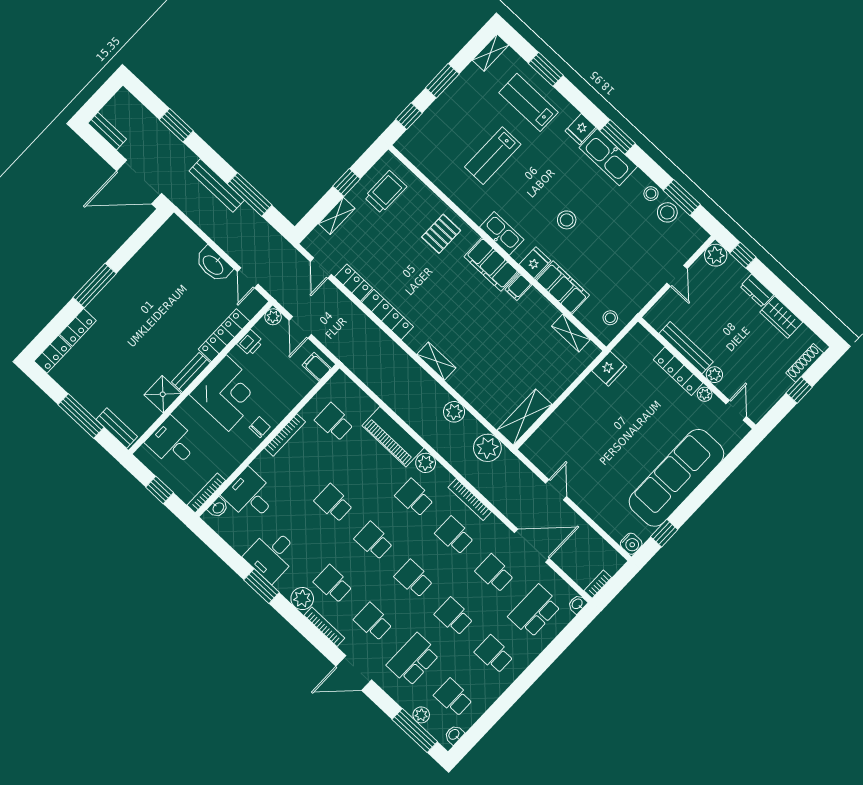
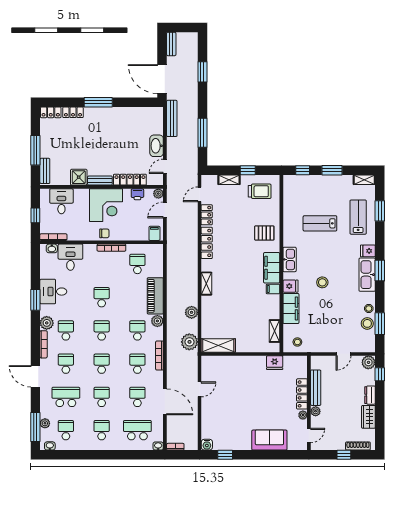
bench: (217, 185) -> (172, 118), moved
sofa: (676, 478) -> (269, 440), width x0.54, depth x0.79

